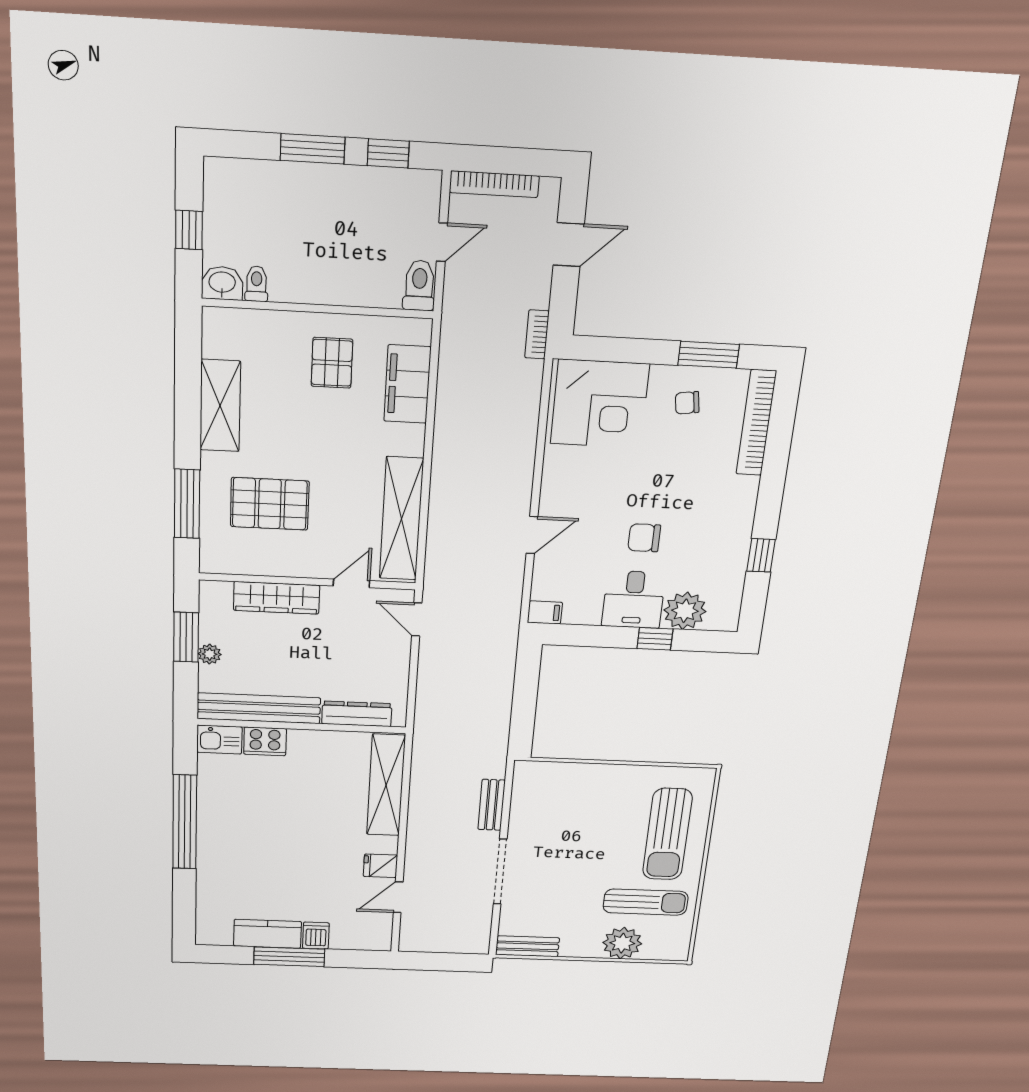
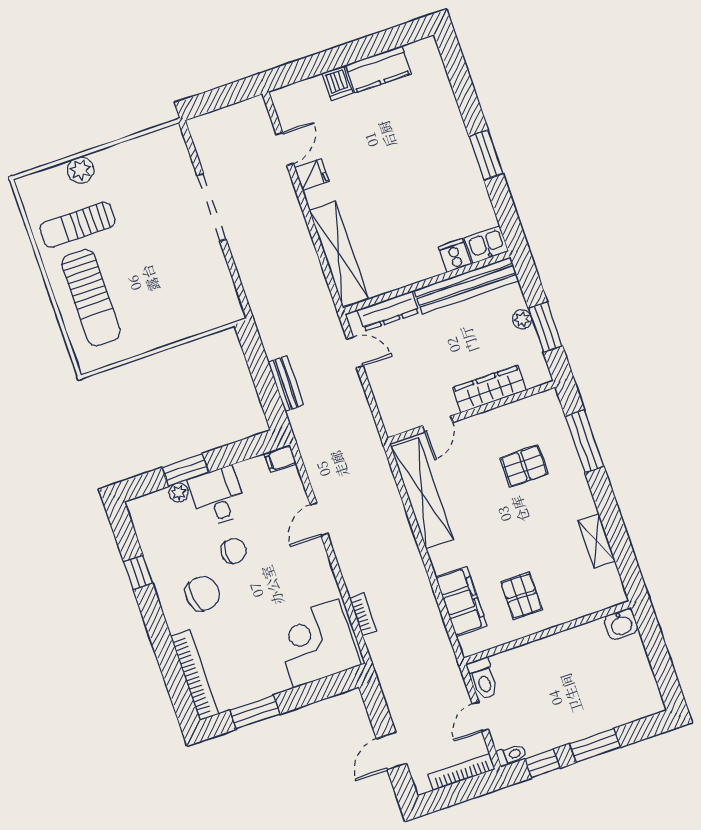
window: (189, 230) -> (658, 654), removed
toilet: (257, 284) -> (511, 755), moved, turned -90
bookcase: (537, 334) -> (363, 614), moved
chair: (687, 403) -> (203, 594), moved, width x1.87, depth x1.87
shelving: (220, 406) -> (596, 541), width x0.67, depth x0.75
pallet: (270, 504) -> (524, 466), width x0.67, depth x0.71
plant: (685, 611) -> (179, 493), width x0.53, depth x0.53
door: (417, 619) -> (355, 352), moved
window: (655, 639) -> (185, 470), width x1.50
cooker: (265, 741) -> (455, 255), width x0.73
bench: (492, 805) -> (286, 384), moved
window: (185, 822) -> (486, 155), width x0.47
sun lounger: (667, 834) -> (91, 298), turned 180
plant: (622, 943) -> (81, 170), width x0.73, depth x0.73
bench: (527, 946) -> (156, 141), removed
window: (289, 957) -> (351, 53), removed

